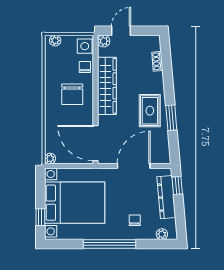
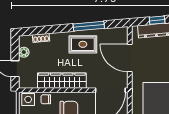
plant: (104, 41) -> (24, 52), moved
window: (171, 118) -> (89, 26), width x1.44
window: (177, 185) -> (157, 20), moved

